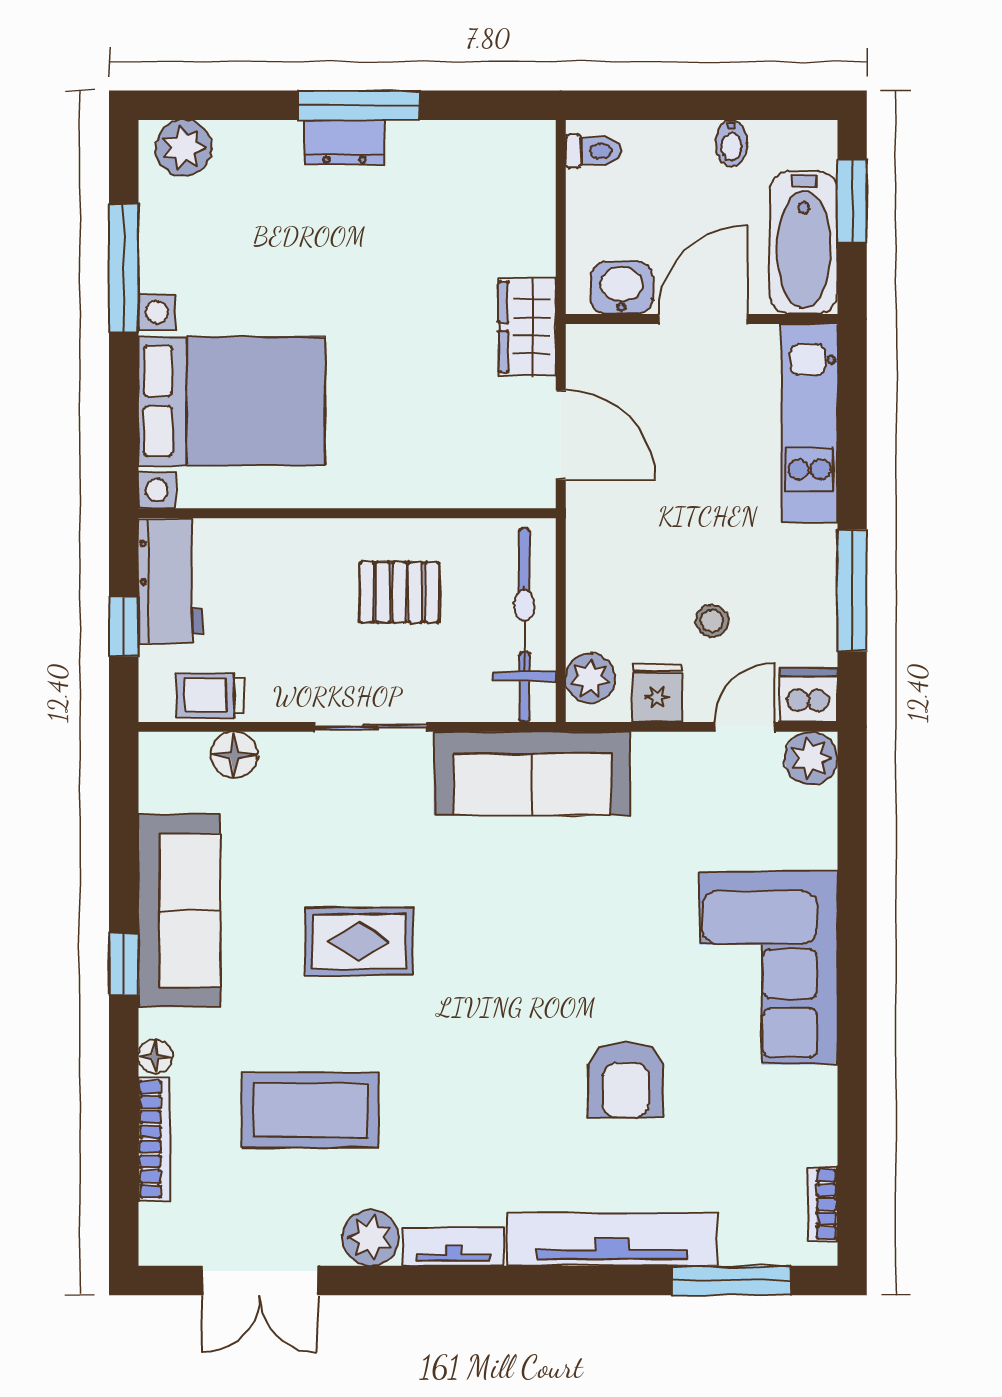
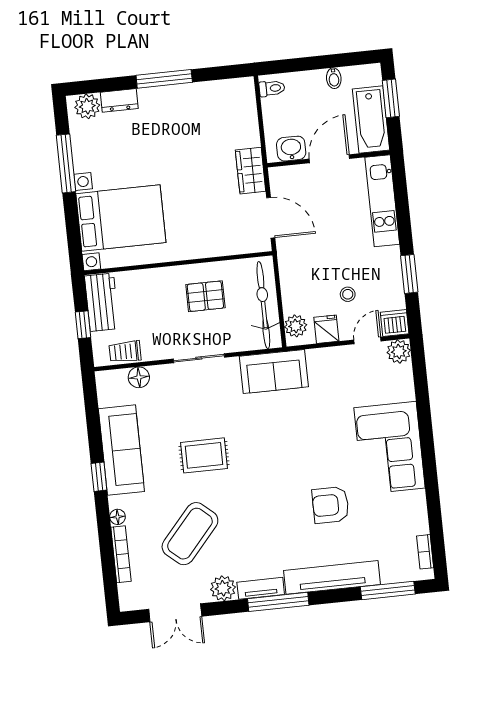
dresser: (344, 142) -> (119, 100), moved
window: (852, 590) -> (409, 274), width x0.69
sofa: (532, 773) -> (274, 372), width x0.73
armchair: (626, 1080) -> (331, 505), turned 90
coffee table: (310, 1110) -> (190, 534), turned -49
window: (489, 1280) -> (278, 602), added

